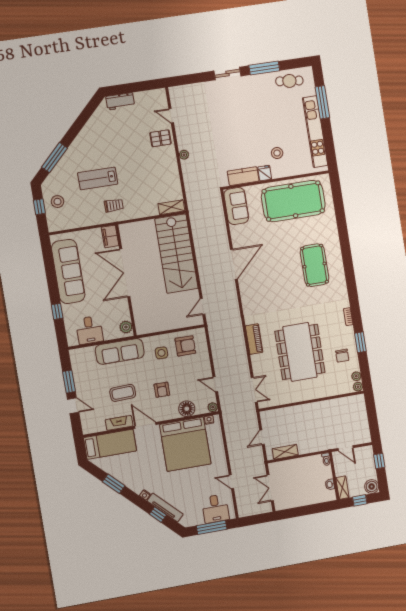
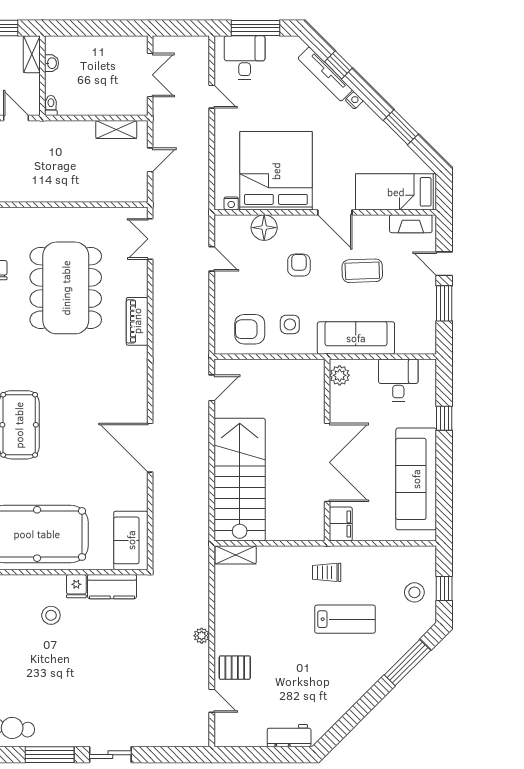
door: (234, 264) -> (150, 448), hinge flipped
plant: (213, 407) -> (222, 223), removed
fireplace: (119, 423) -> (411, 224), moved

